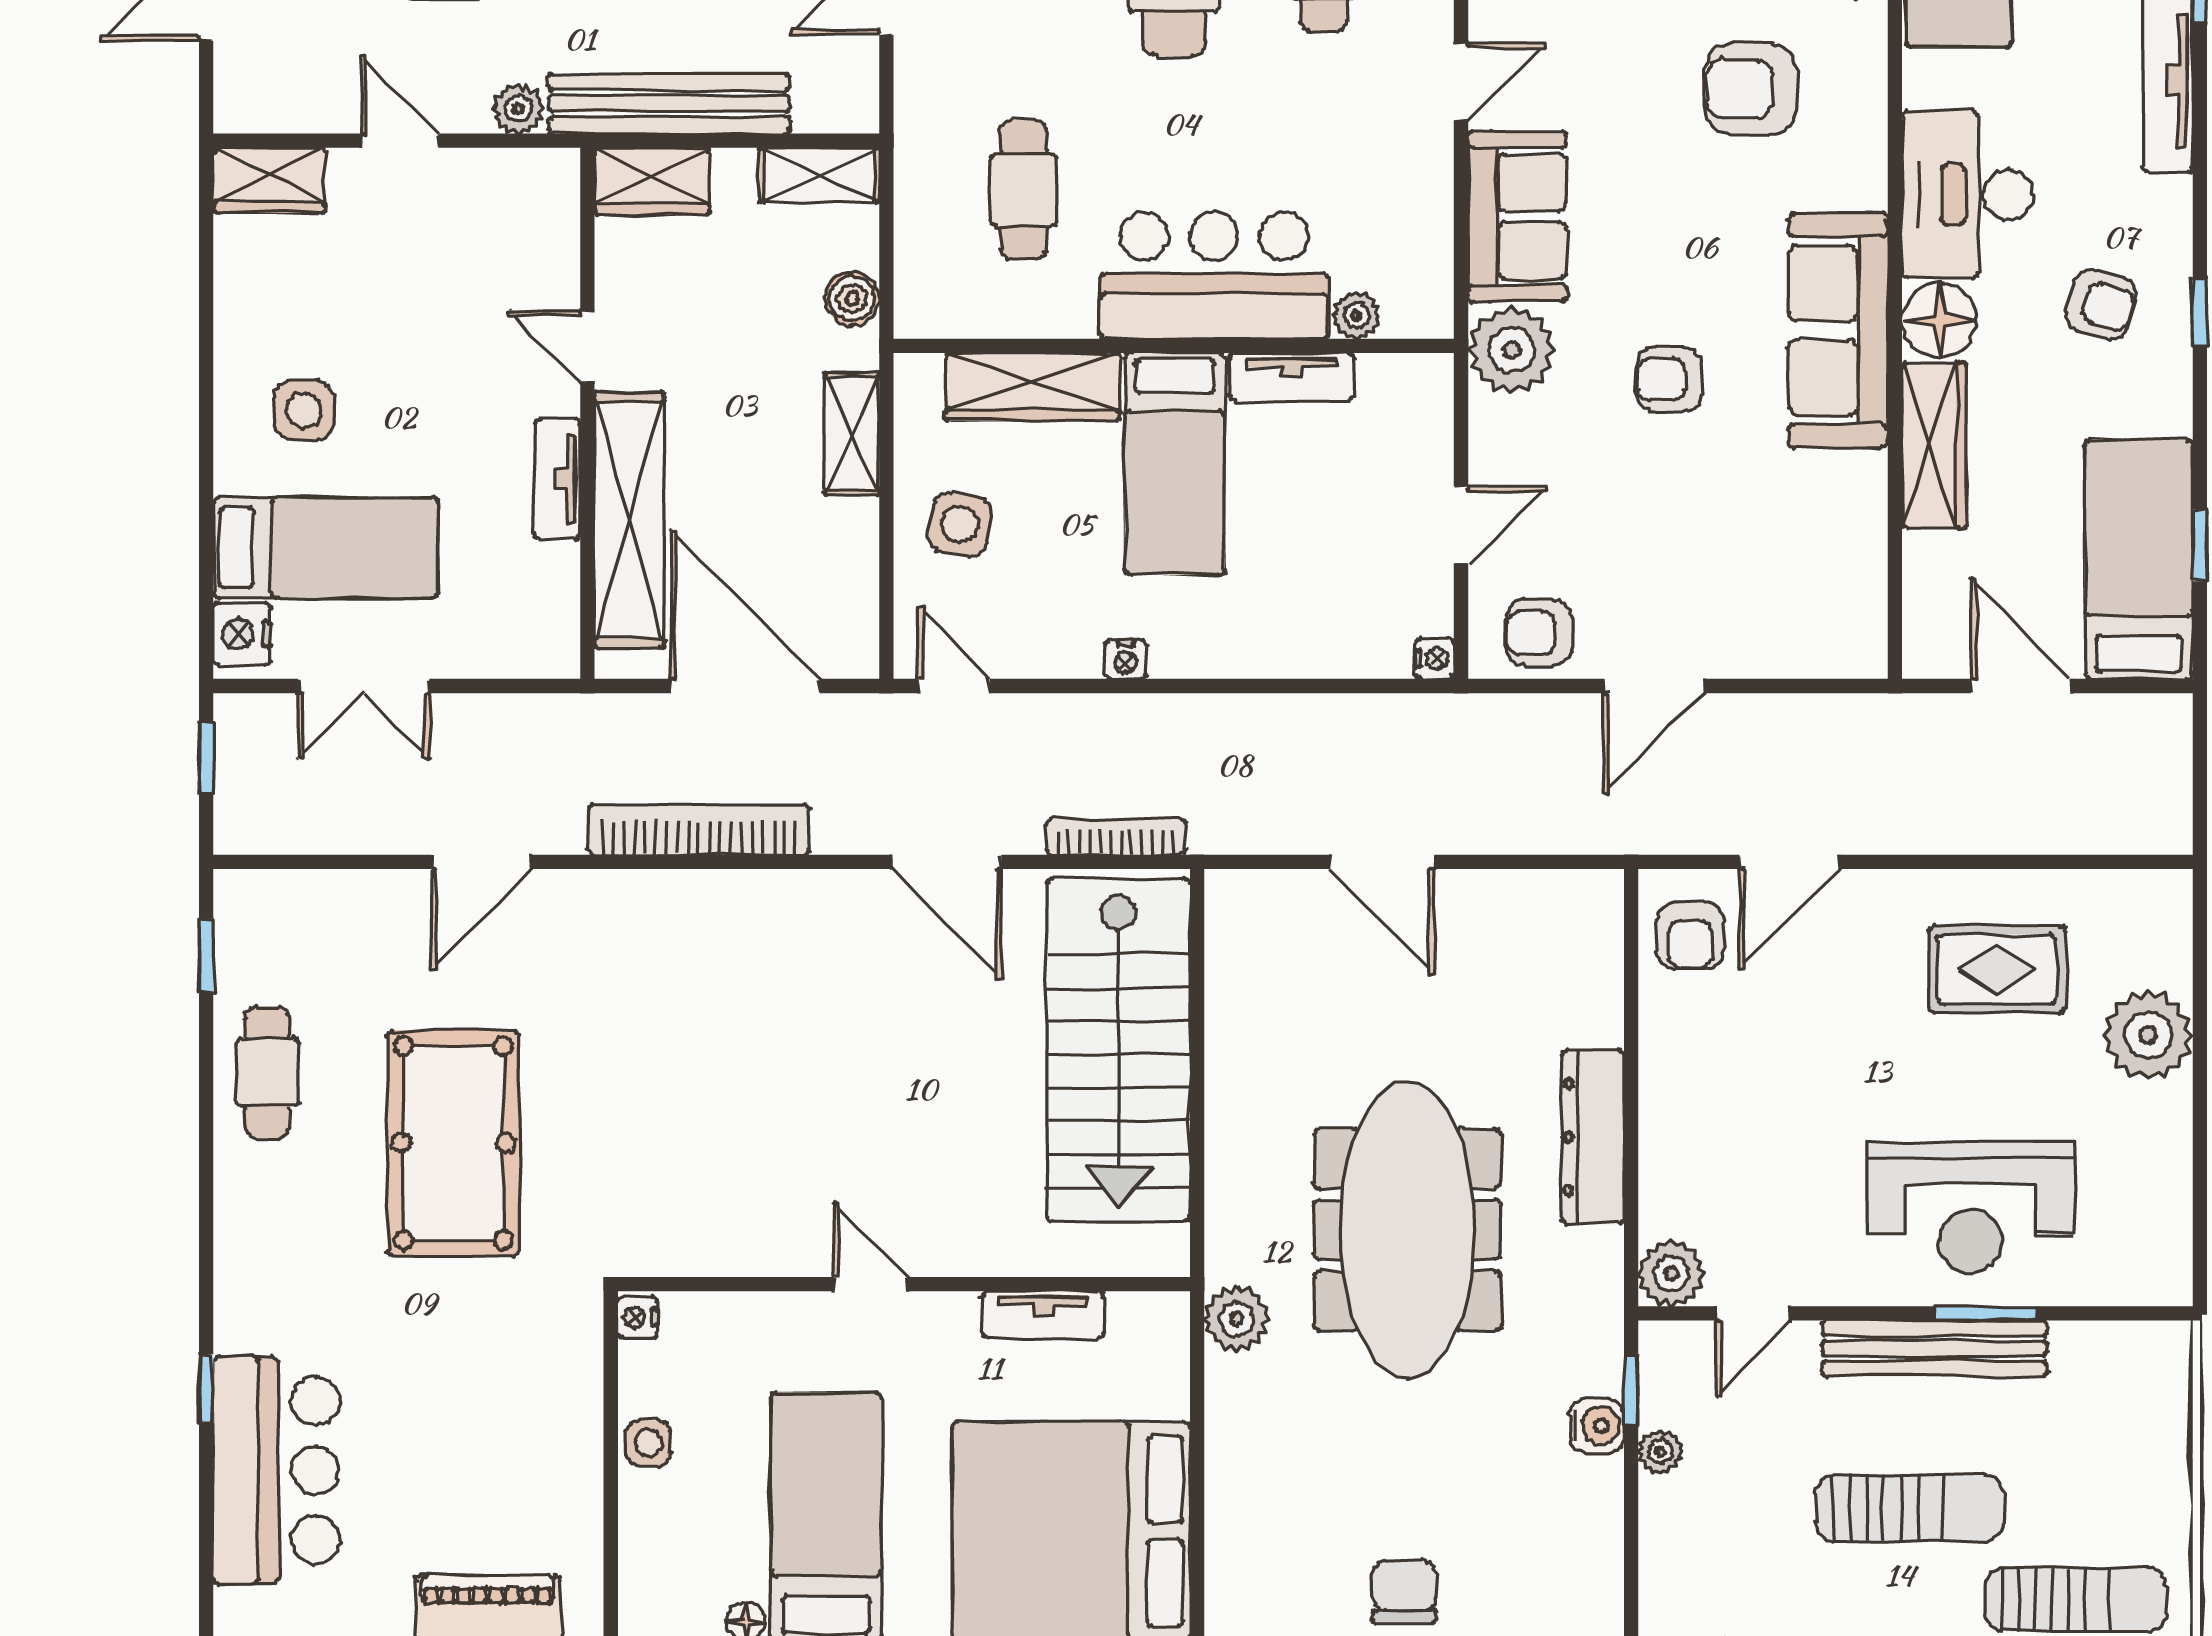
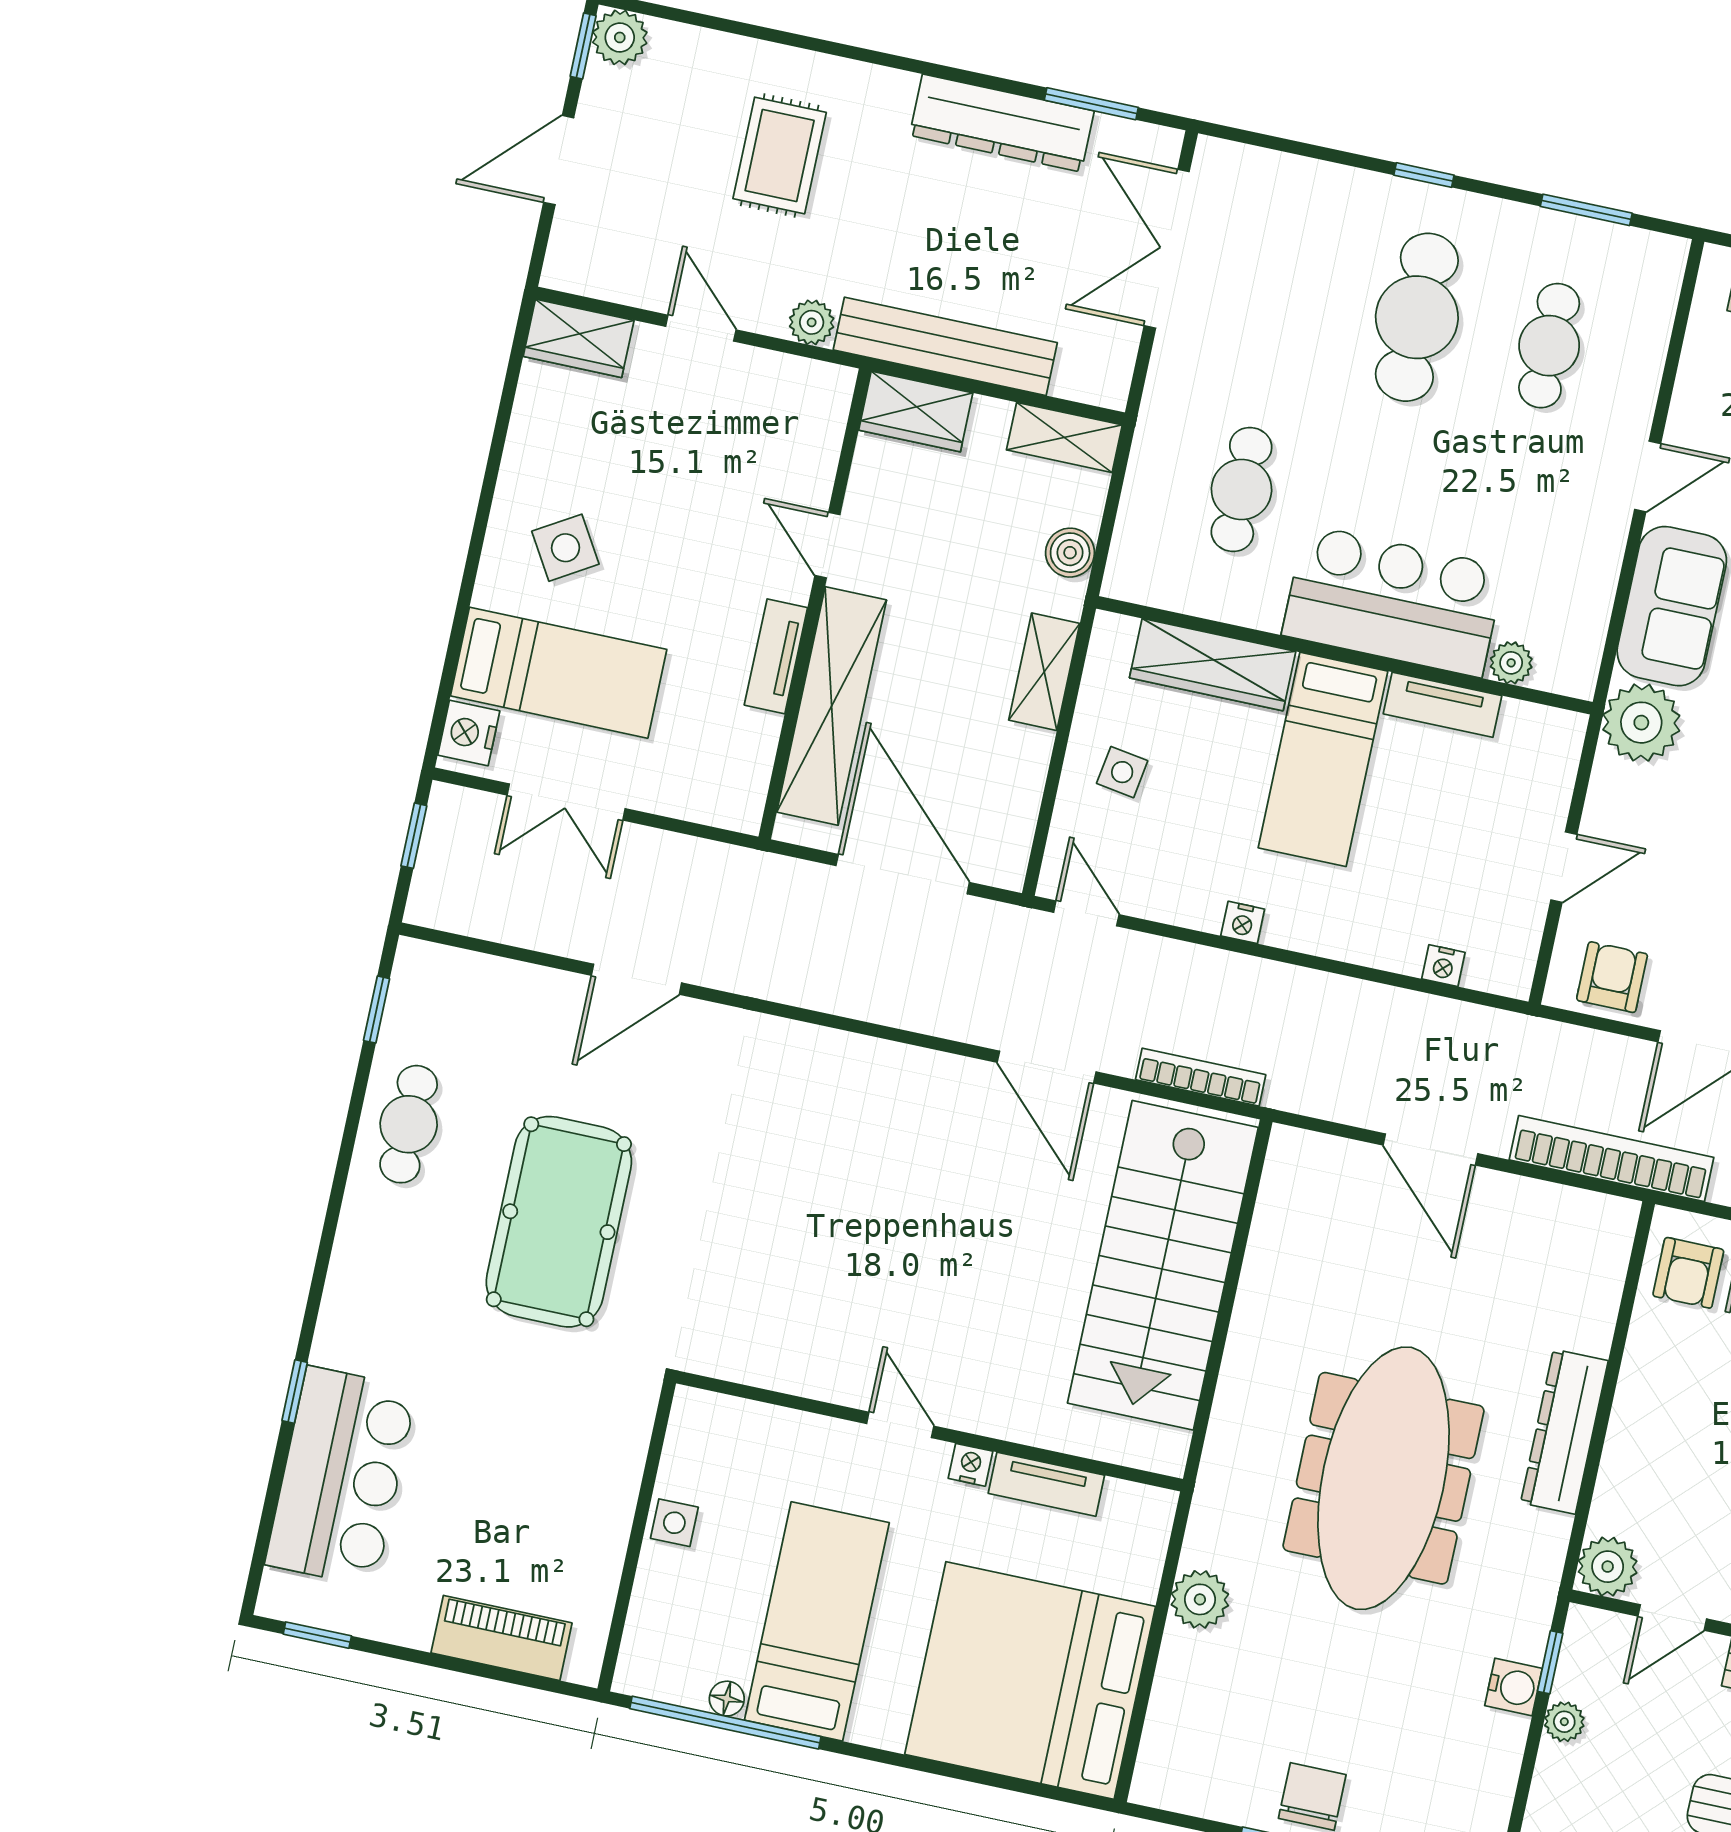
side table: (304, 410) -> (565, 548), turned -31
side table: (960, 524) -> (1122, 772), width x0.73, depth x0.73
armchair: (1539, 633) -> (1612, 977), turned 90
nightstand: (1435, 658) -> (1443, 966), moved, turned 90
bookcase: (699, 830) -> (1612, 1159), moved
nightstand: (638, 1317) -> (970, 1465), moved, turned 90
plant: (1237, 1319) -> (1200, 1599), moved

